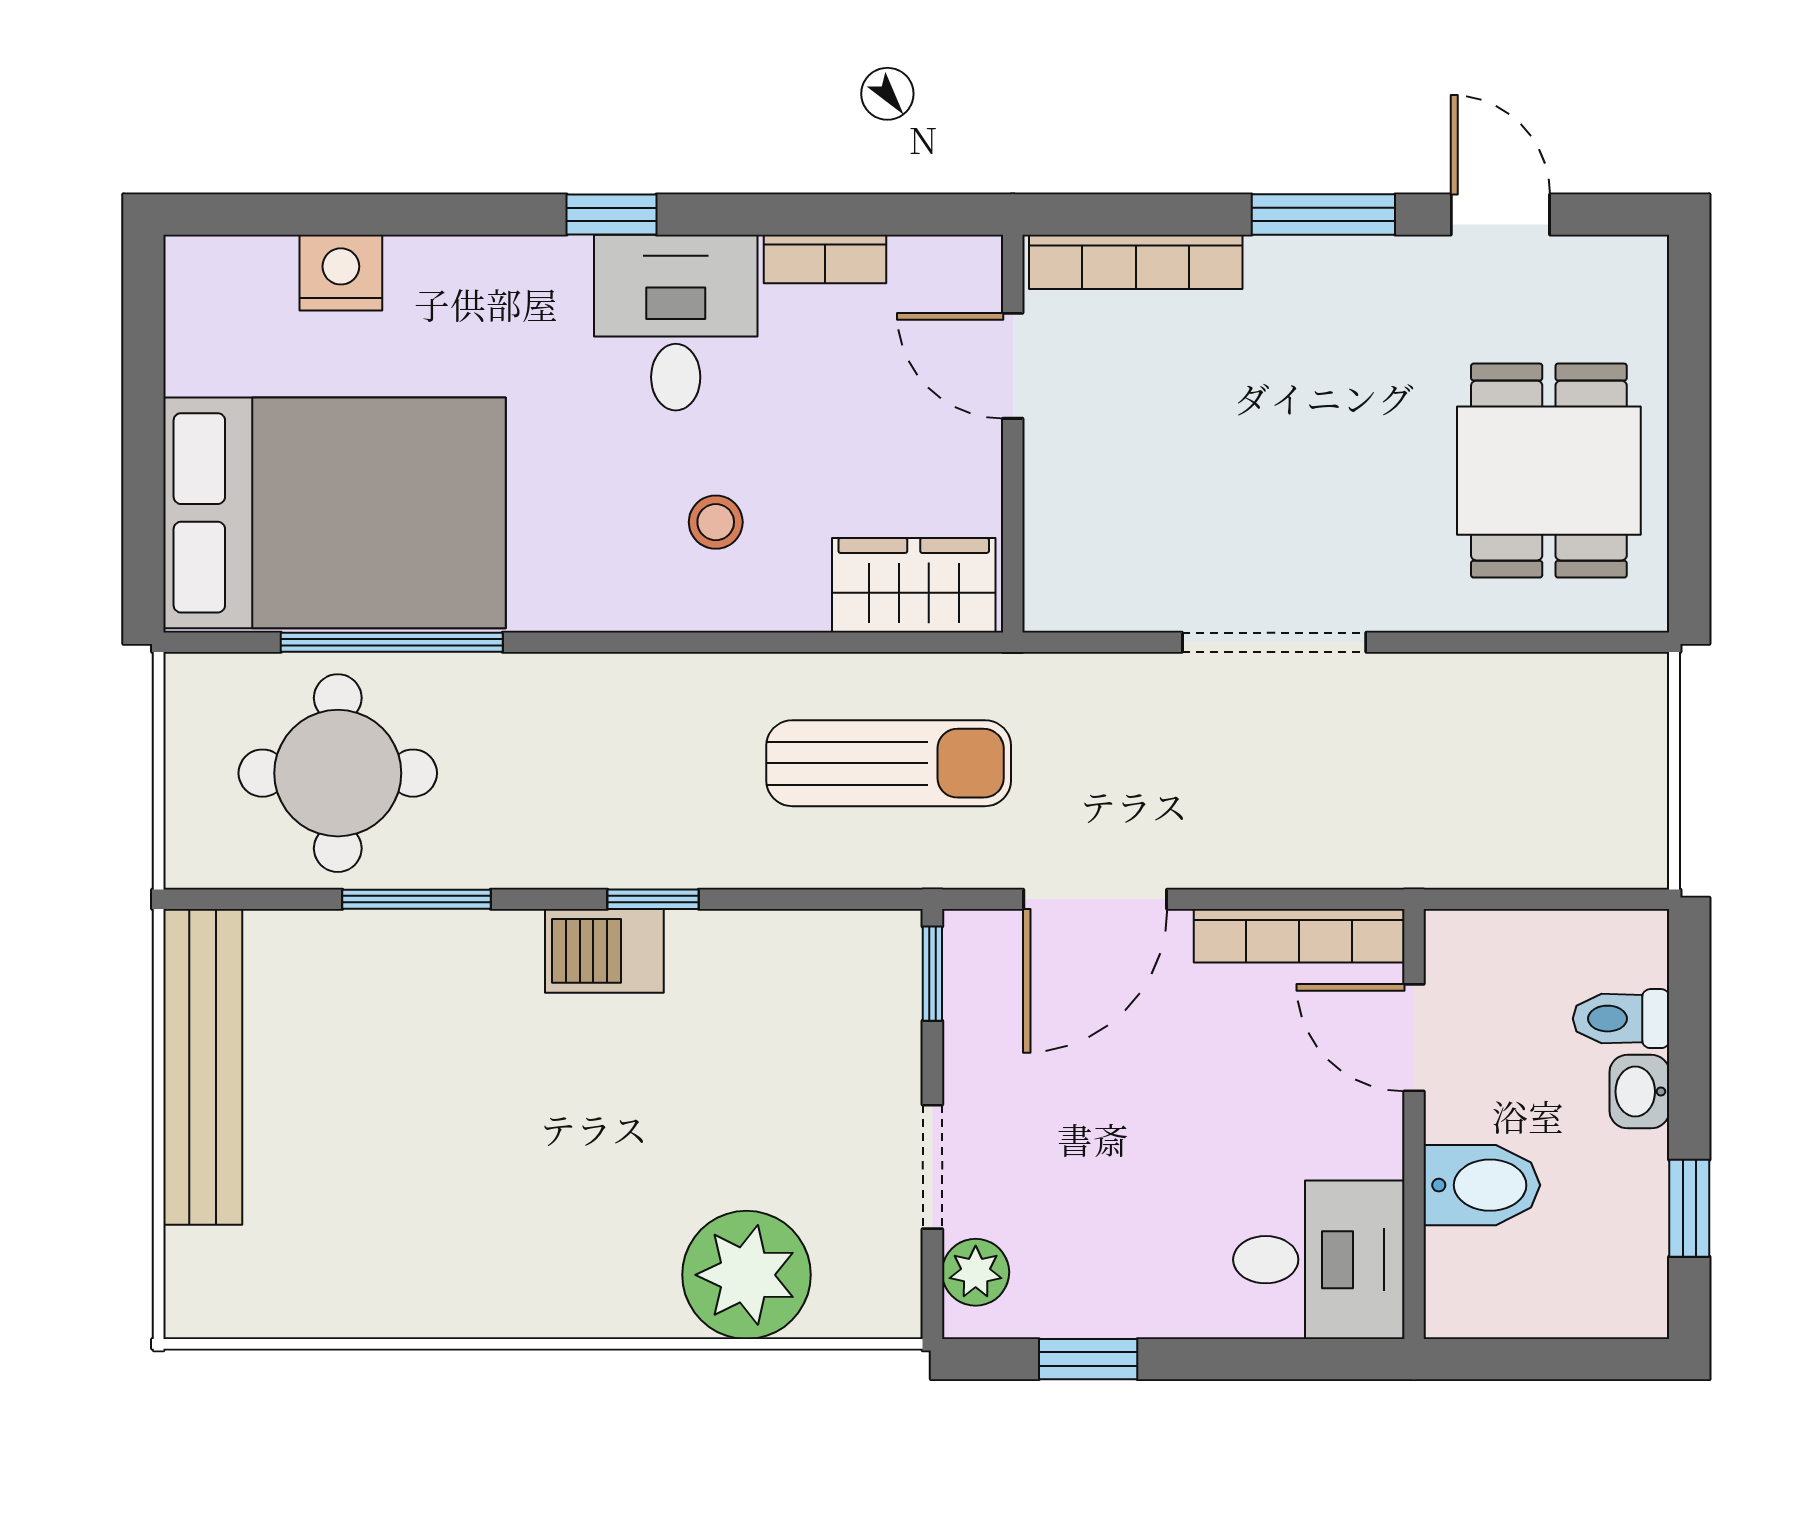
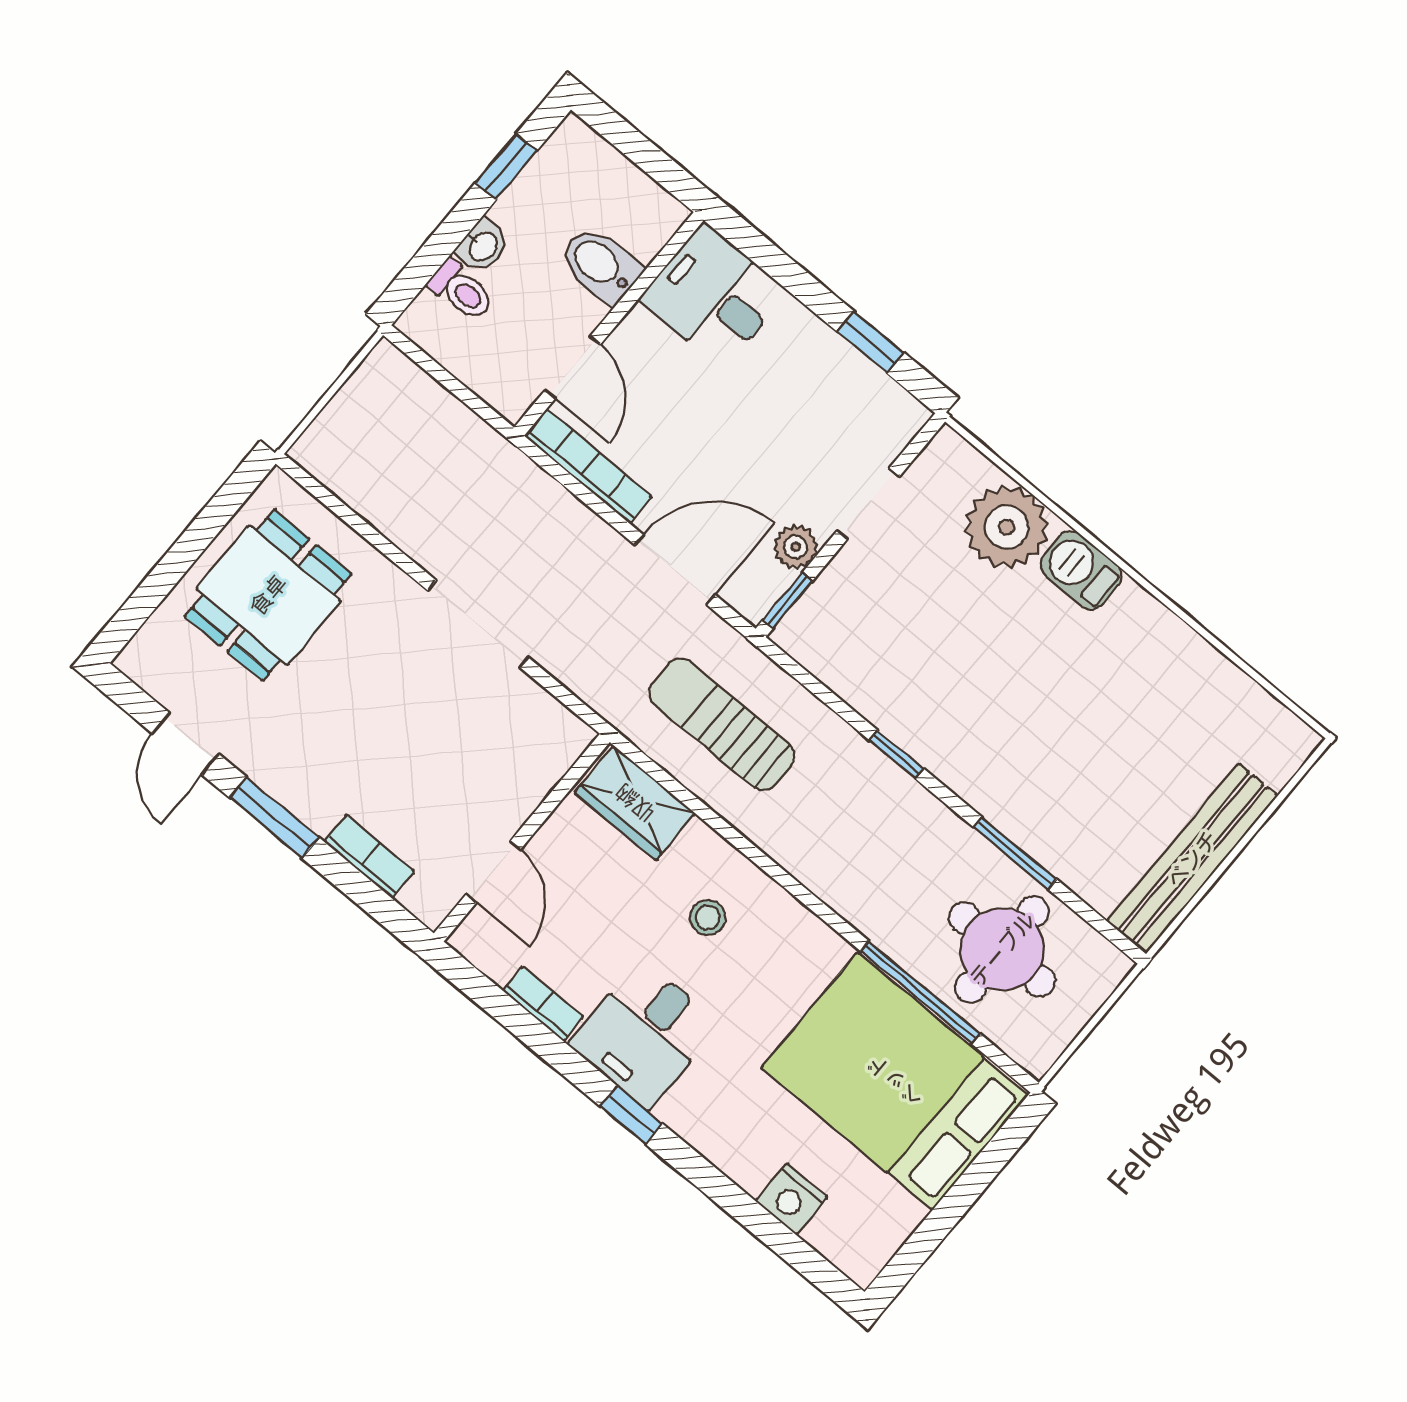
bookcase: (1136, 262) -> (369, 856), width x0.64
barbecue: (604, 951) -> (1081, 570), moved, turned 180
plant: (976, 1272) -> (796, 547), moved

